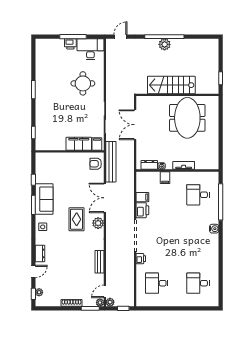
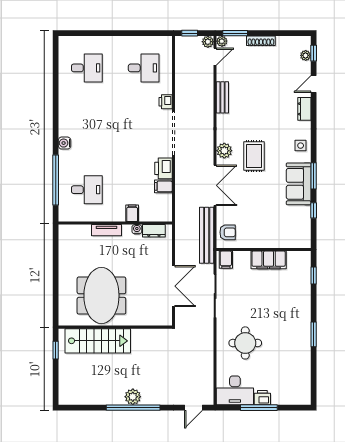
stairs: (171, 85) -> (98, 341), moved
filing cabinet: (79, 144) -> (269, 260), moved

